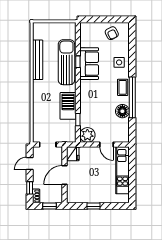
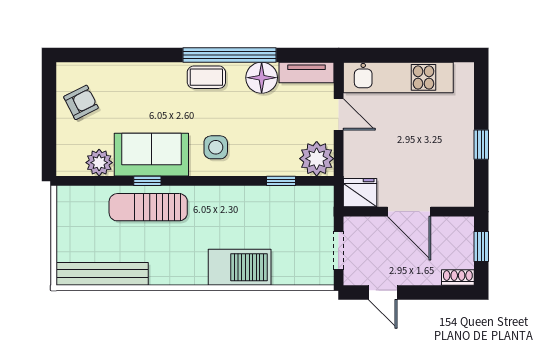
plant: (86, 41) -> (99, 163), added
bench: (38, 60) -> (102, 274), moved
sun lounger: (66, 62) -> (148, 207), width x0.73, depth x0.75
side table: (119, 62) -> (216, 147), moved
barbecue: (68, 106) -> (240, 267), moved, turned 180
tv unit: (125, 131) -> (307, 72), added
door: (107, 145) -> (339, 114), hinge flipped
window: (30, 188) -> (439, 292), removed

